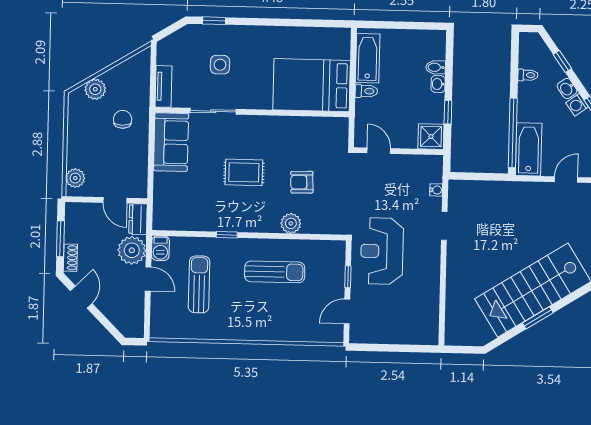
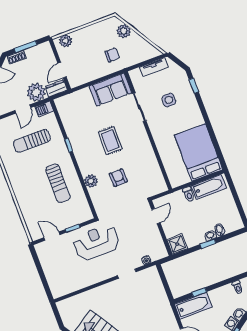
bed: (312, 85) -> (199, 152), moved
tv unit: (164, 86) -> (154, 67), moved
window: (448, 112) -> (208, 244), moved
window: (513, 133) -> (199, 292), width x0.32
sun lounger: (199, 284) -> (32, 141), turned 180

